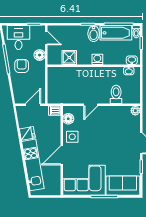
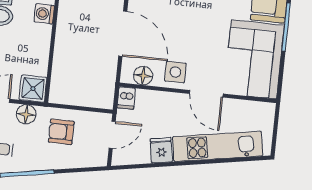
shower: (69, 57) -> (33, 89), moved
armchair: (22, 66) -> (61, 132), moved
door: (33, 105) -> (112, 135), swing flipped
door: (91, 105) -> (123, 34), width x1.88

